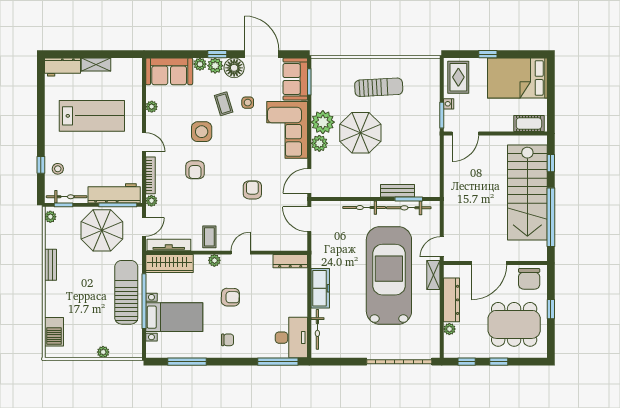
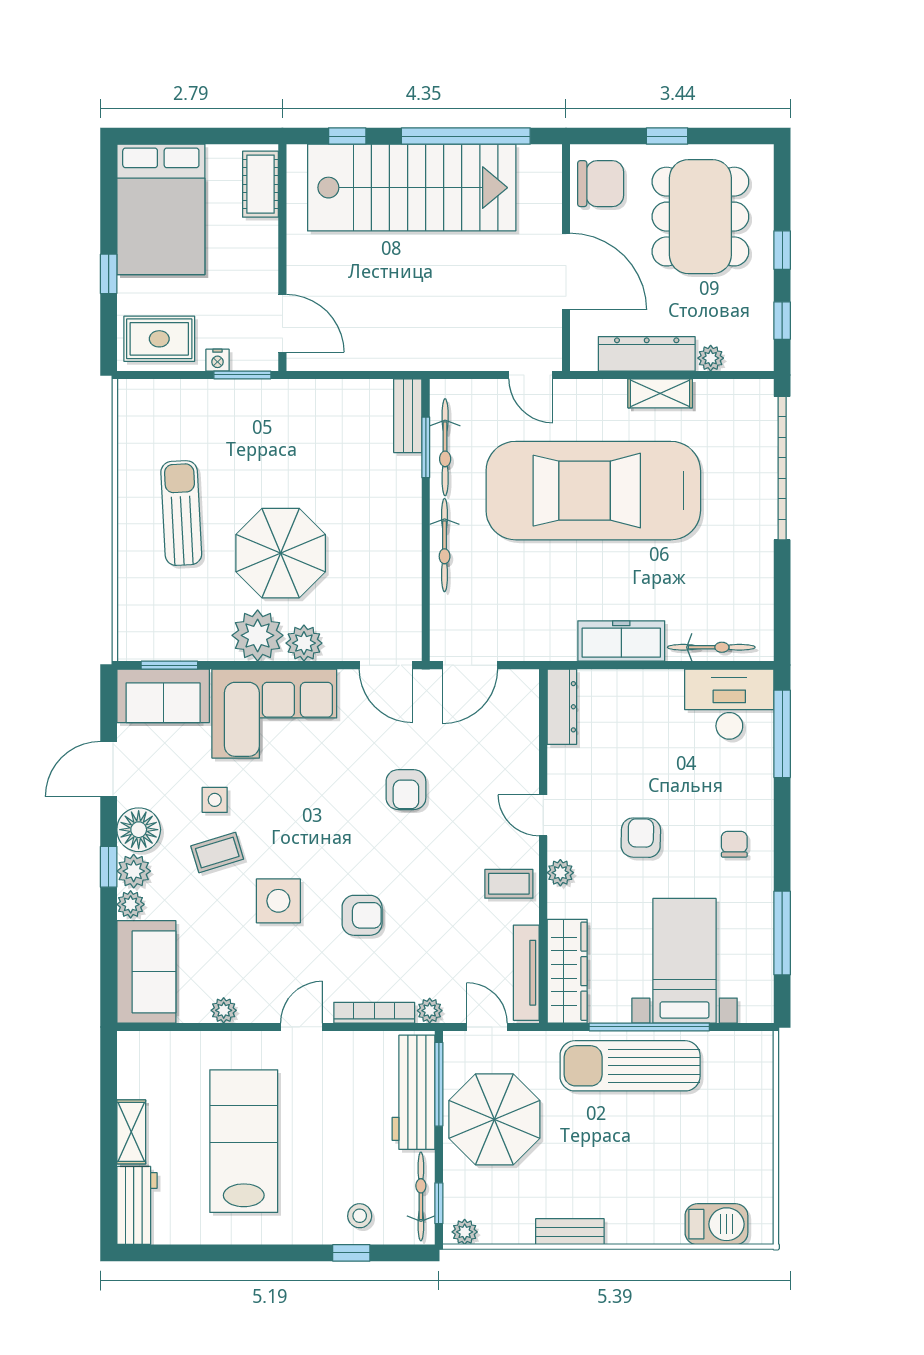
door: (262, 54) -> (109, 769), width x0.73
armchair: (252, 190) -> (406, 790), turned -90
bench: (398, 191) -> (408, 416), moved
shelving: (433, 275) -> (660, 393), moved
plant: (103, 352) -> (761, 1116), removed

